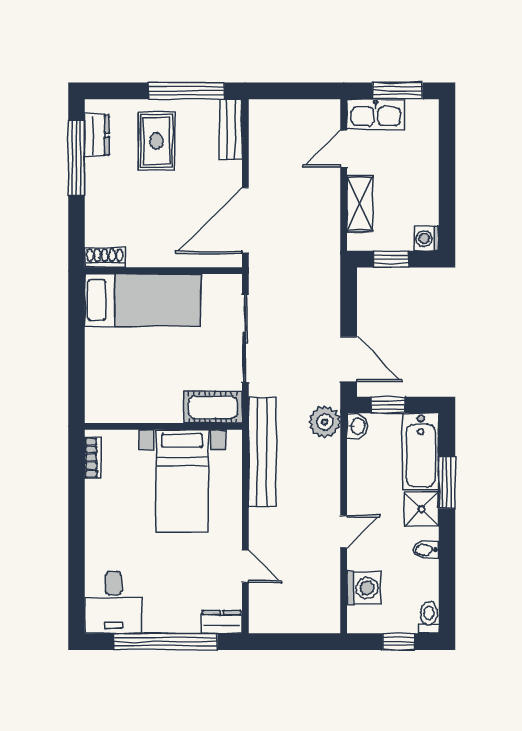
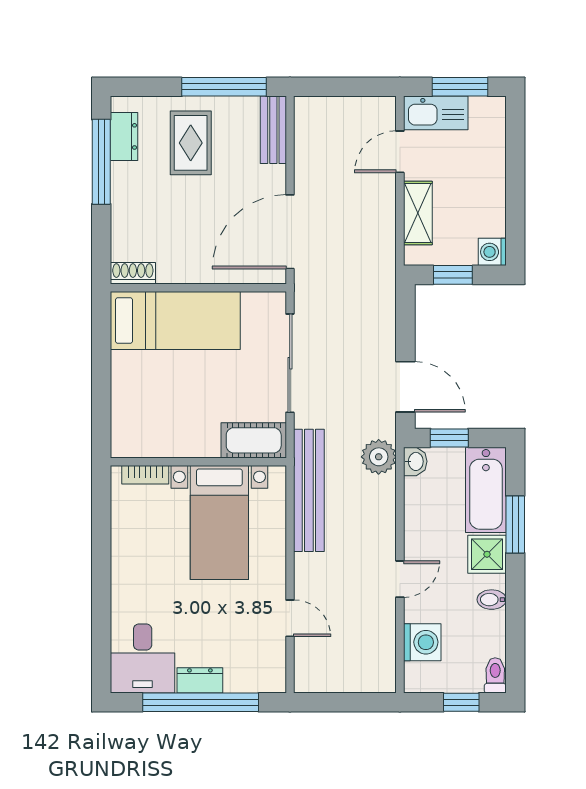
bookcase: (93, 458) -> (145, 475), moved, turned 90
dresser: (222, 622) -> (200, 680), moved

